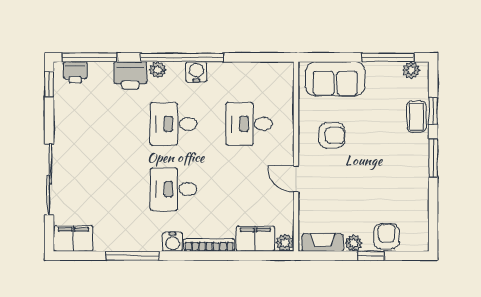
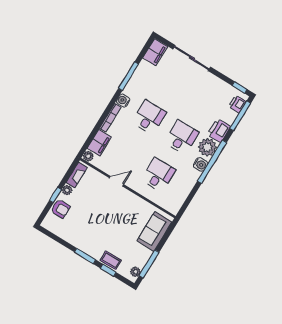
plant: (158, 70) -> (207, 147), width x1.87, depth x1.87
armchair: (332, 135) -> (127, 212), removed

